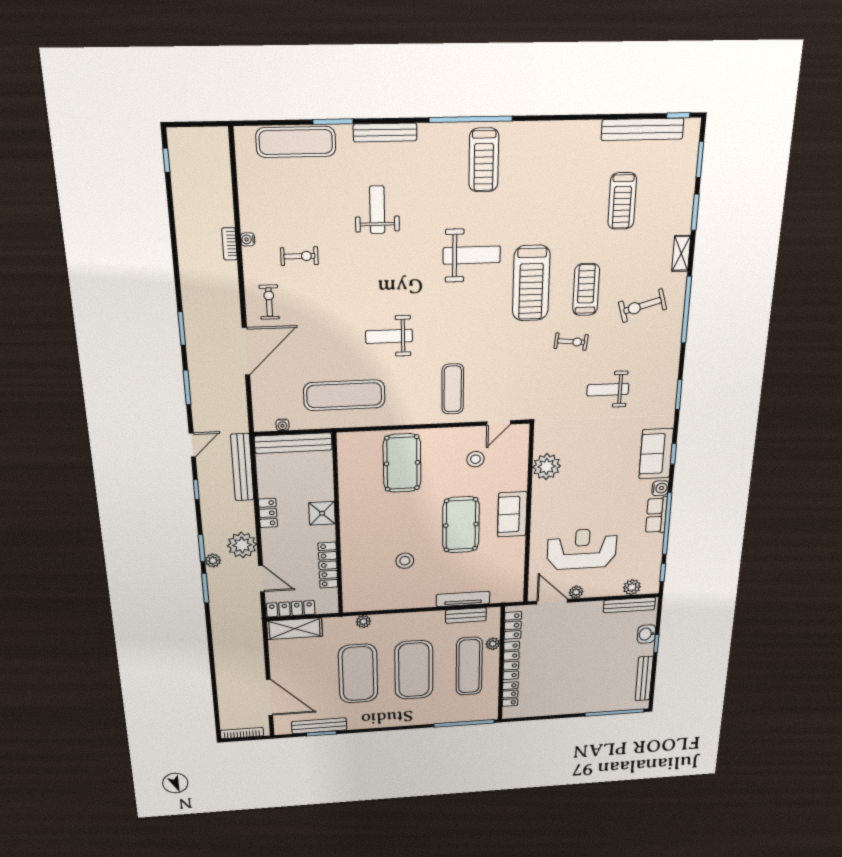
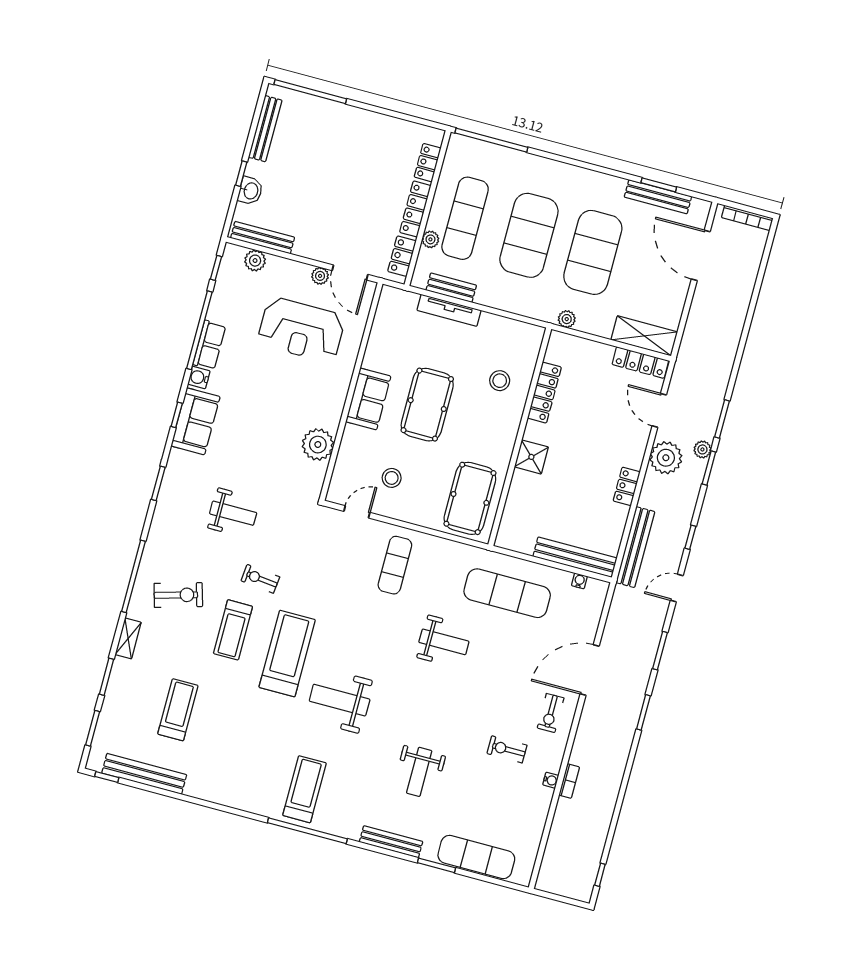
shower: (322, 513) -> (531, 457), moved
wall: (337, 526) -> (520, 437), moved
locker: (328, 565) -> (544, 393), moved

